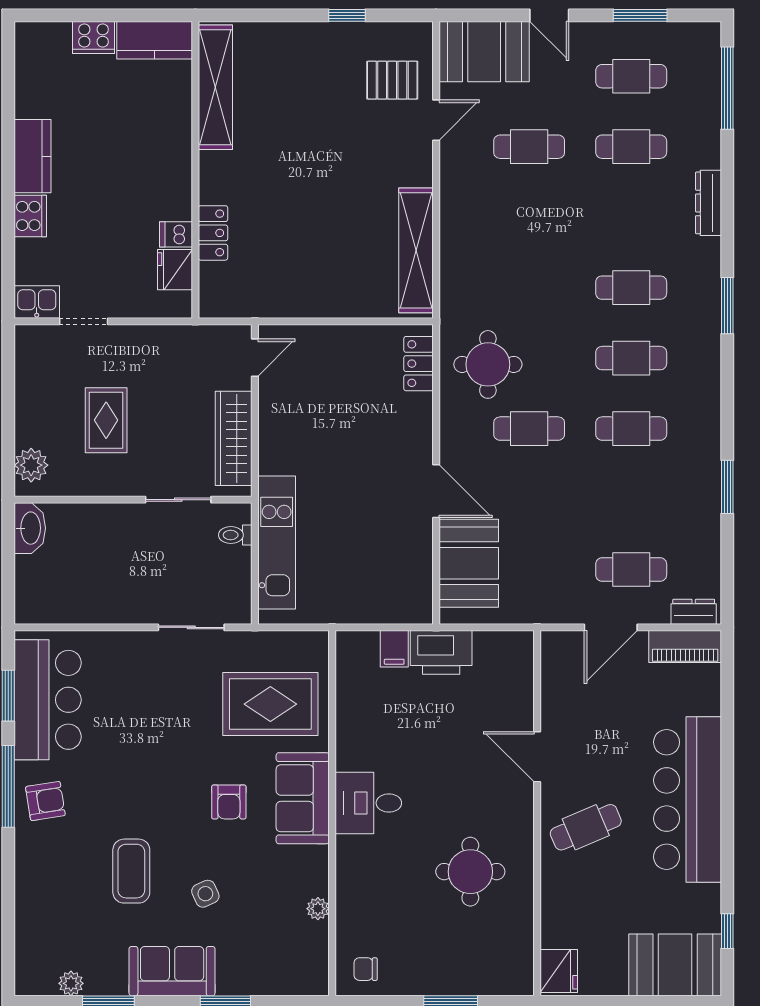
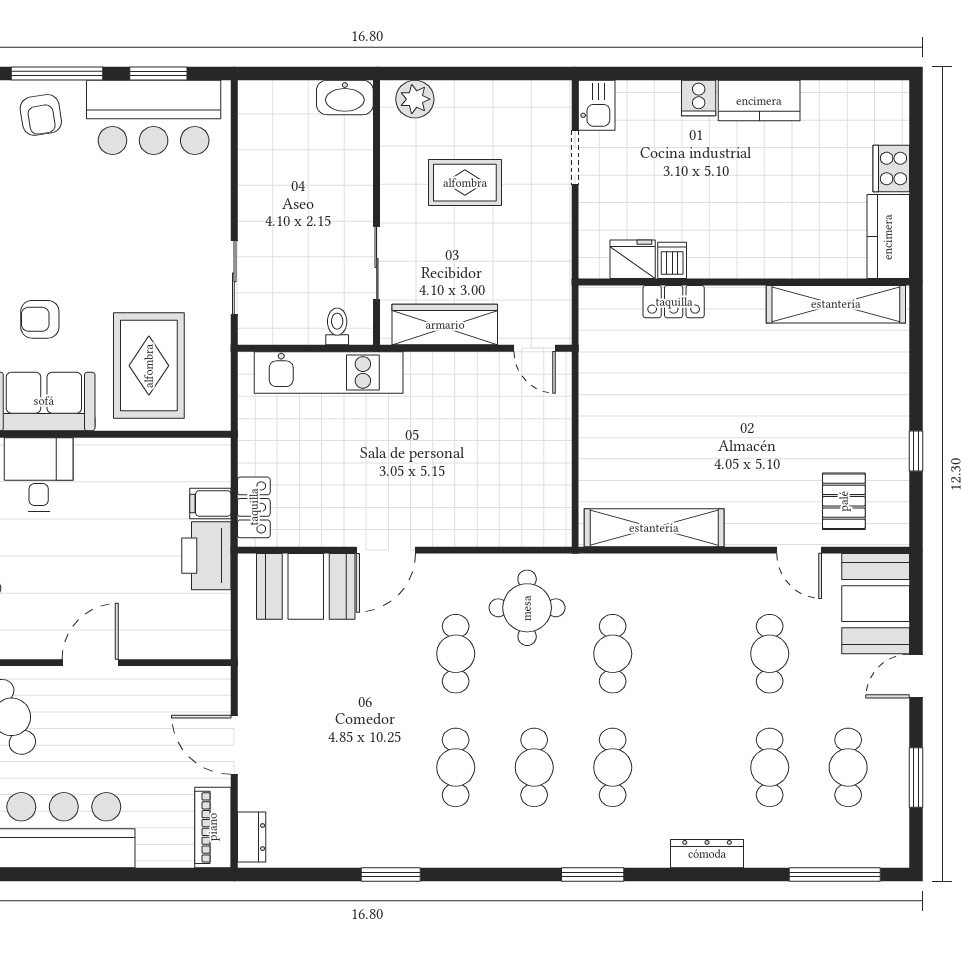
cooker: (30, 216) -> (699, 98), width x0.73
locker: (419, 364) -> (254, 507), moved, turned 90
cafe table: (631, 570) -> (613, 654), moved

